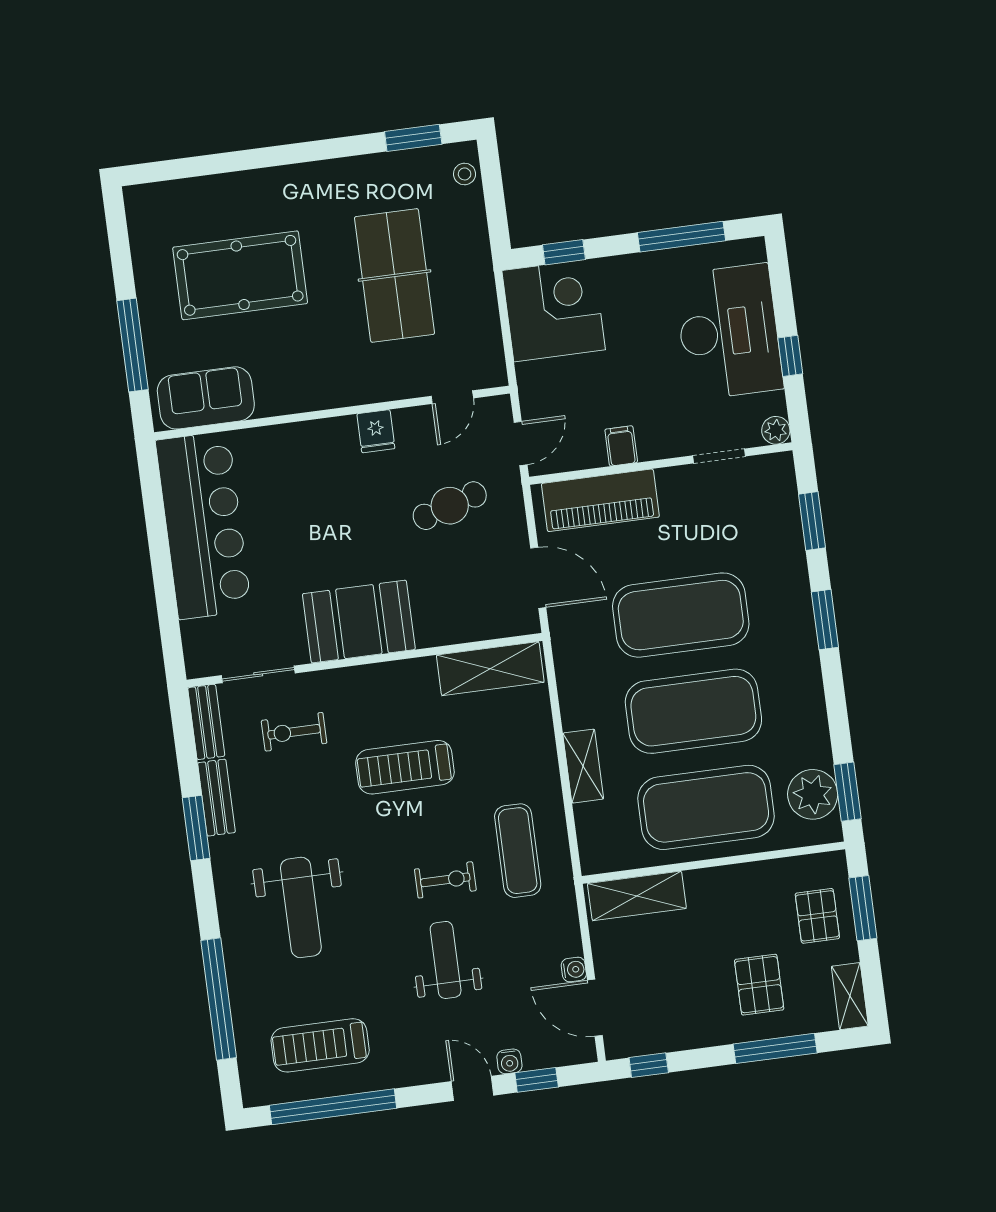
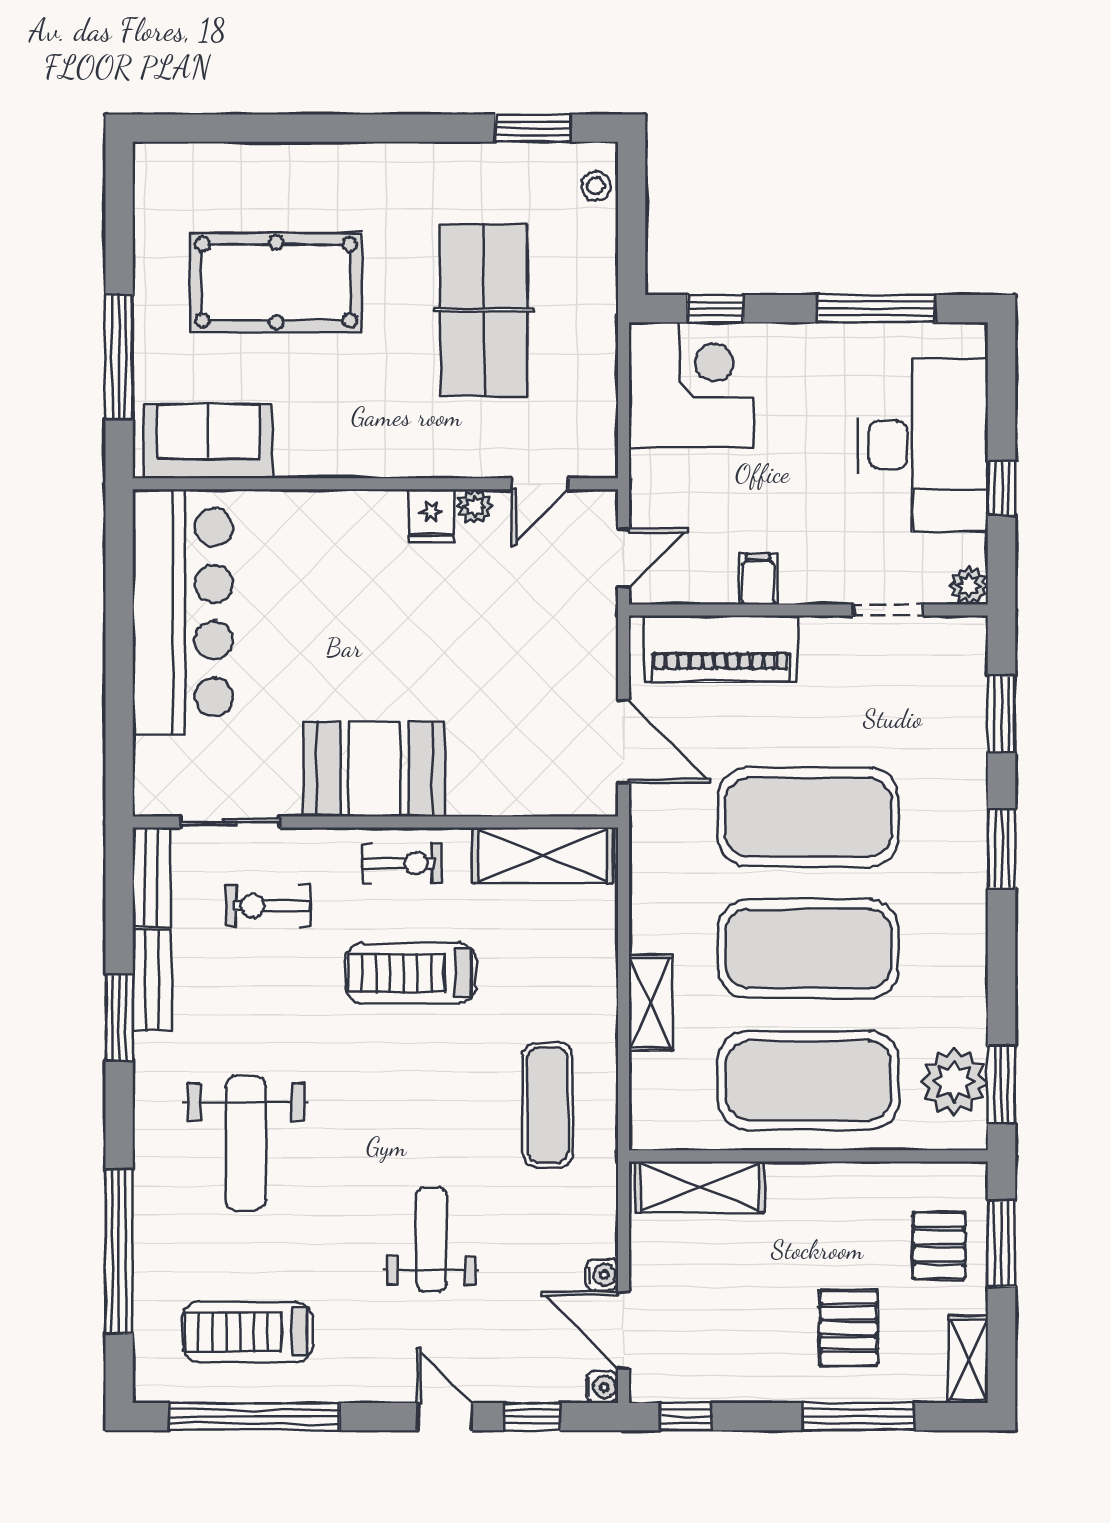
plant: (407, 420) -> (475, 506), added
cafe table: (450, 506) -> (517, 629), removed
exercise bike: (445, 880) -> (402, 863), moved
water cooler: (509, 1061) -> (602, 1387), moved, turned -90

